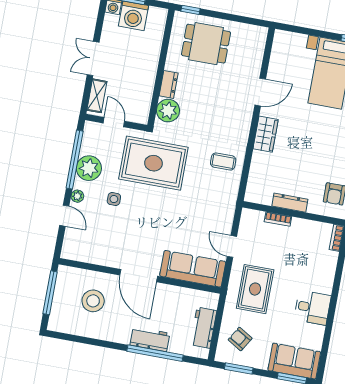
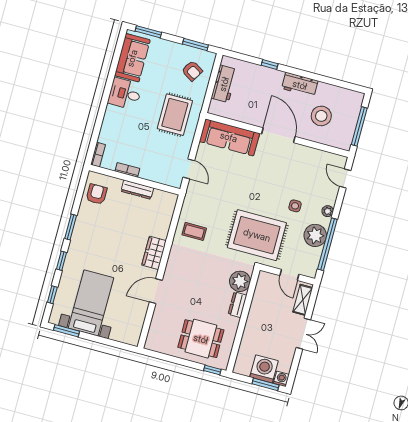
door: (64, 216) -> (345, 178), moved
bookcase: (278, 219) -> (127, 170), moved
door: (232, 246) -> (189, 169), moved
workbench: (150, 339) -> (300, 85), moved
window: (155, 353) -> (270, 64), width x0.32
sofa: (294, 361) -> (132, 58), moved, turned -90

